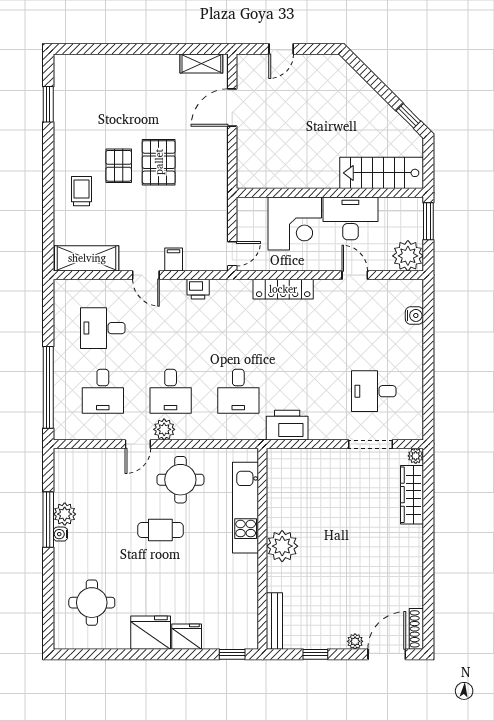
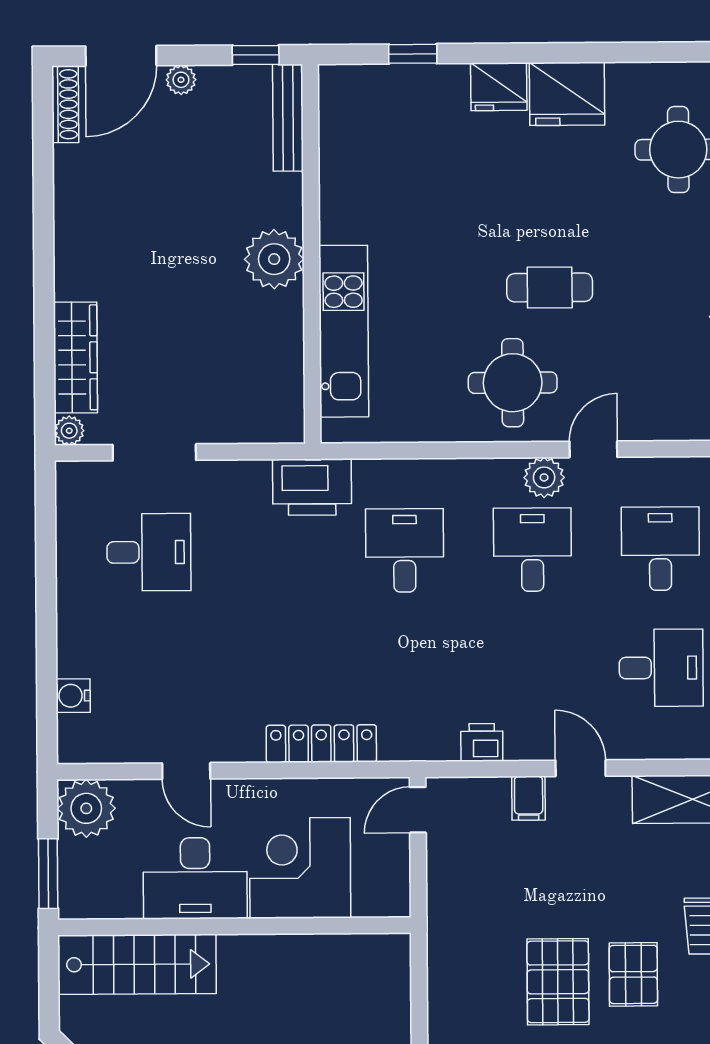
kitchen unit: (246, 508) -> (344, 331), moved
plant: (282, 546) -> (274, 259), moved
wall: (262, 549) -> (311, 254), moved
bench: (274, 621) -> (288, 118), moved

